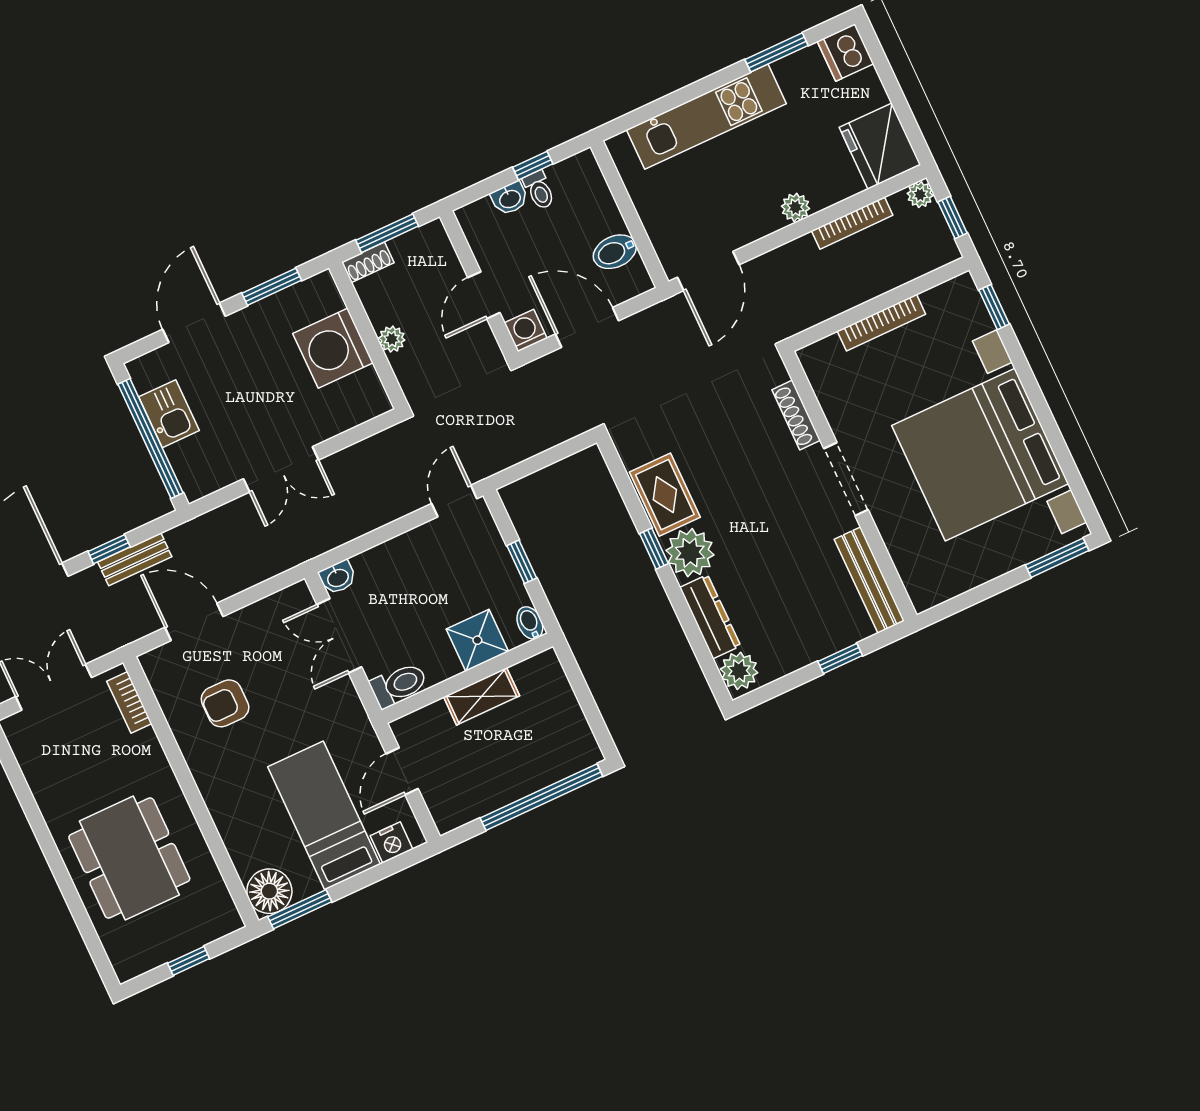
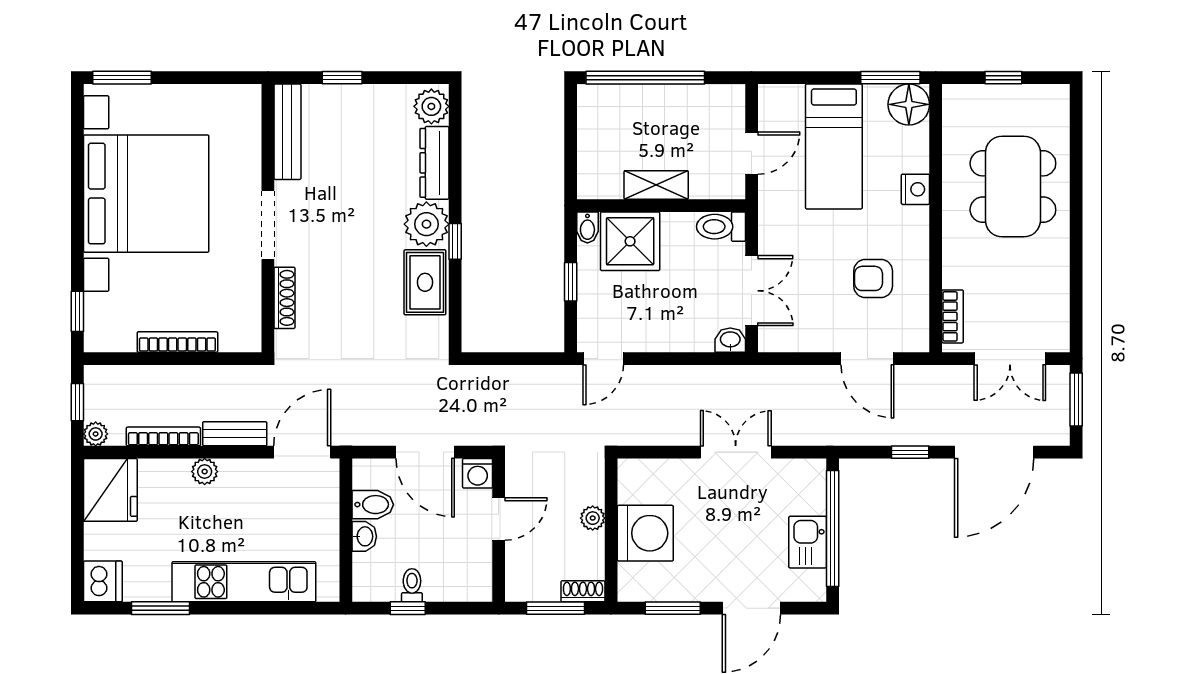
washbasin: (510, 198) -> (364, 536), moved, turned 90
bench: (135, 559) -> (235, 434), moved
shower: (477, 640) -> (630, 241), width x1.36, depth x1.36
armchair: (225, 703) -> (873, 278), turned 180
nightstand: (391, 842) -> (915, 189), moved, turned 90

